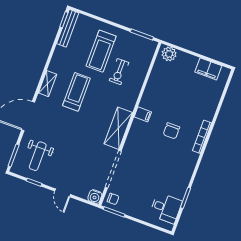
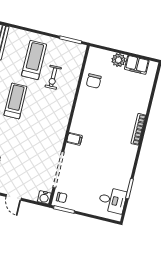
treadmill: (101, 51) -> (34, 60), turned 180
plant: (169, 54) -> (119, 60), moved
filing cabinet: (143, 114) -> (74, 139), moved
shelving: (118, 128) -> (59, 131), removed
chair: (171, 131) -> (94, 81), moved

